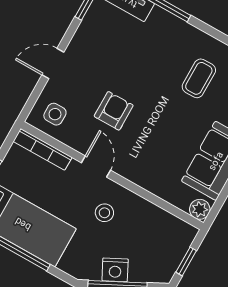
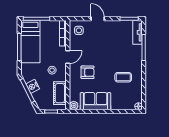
armchair: (114, 111) -> (88, 72), moved
cot: (159, 223) -> (60, 93), added

